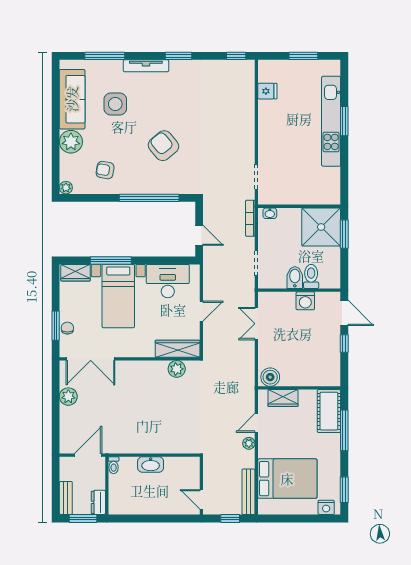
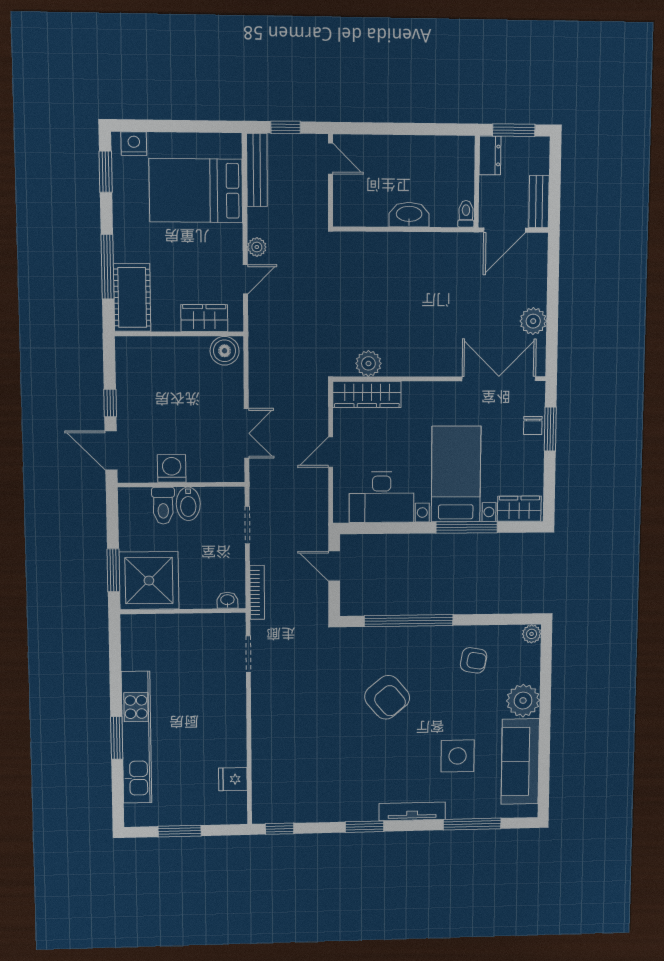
bench: (66, 498) -> (539, 202), moved

